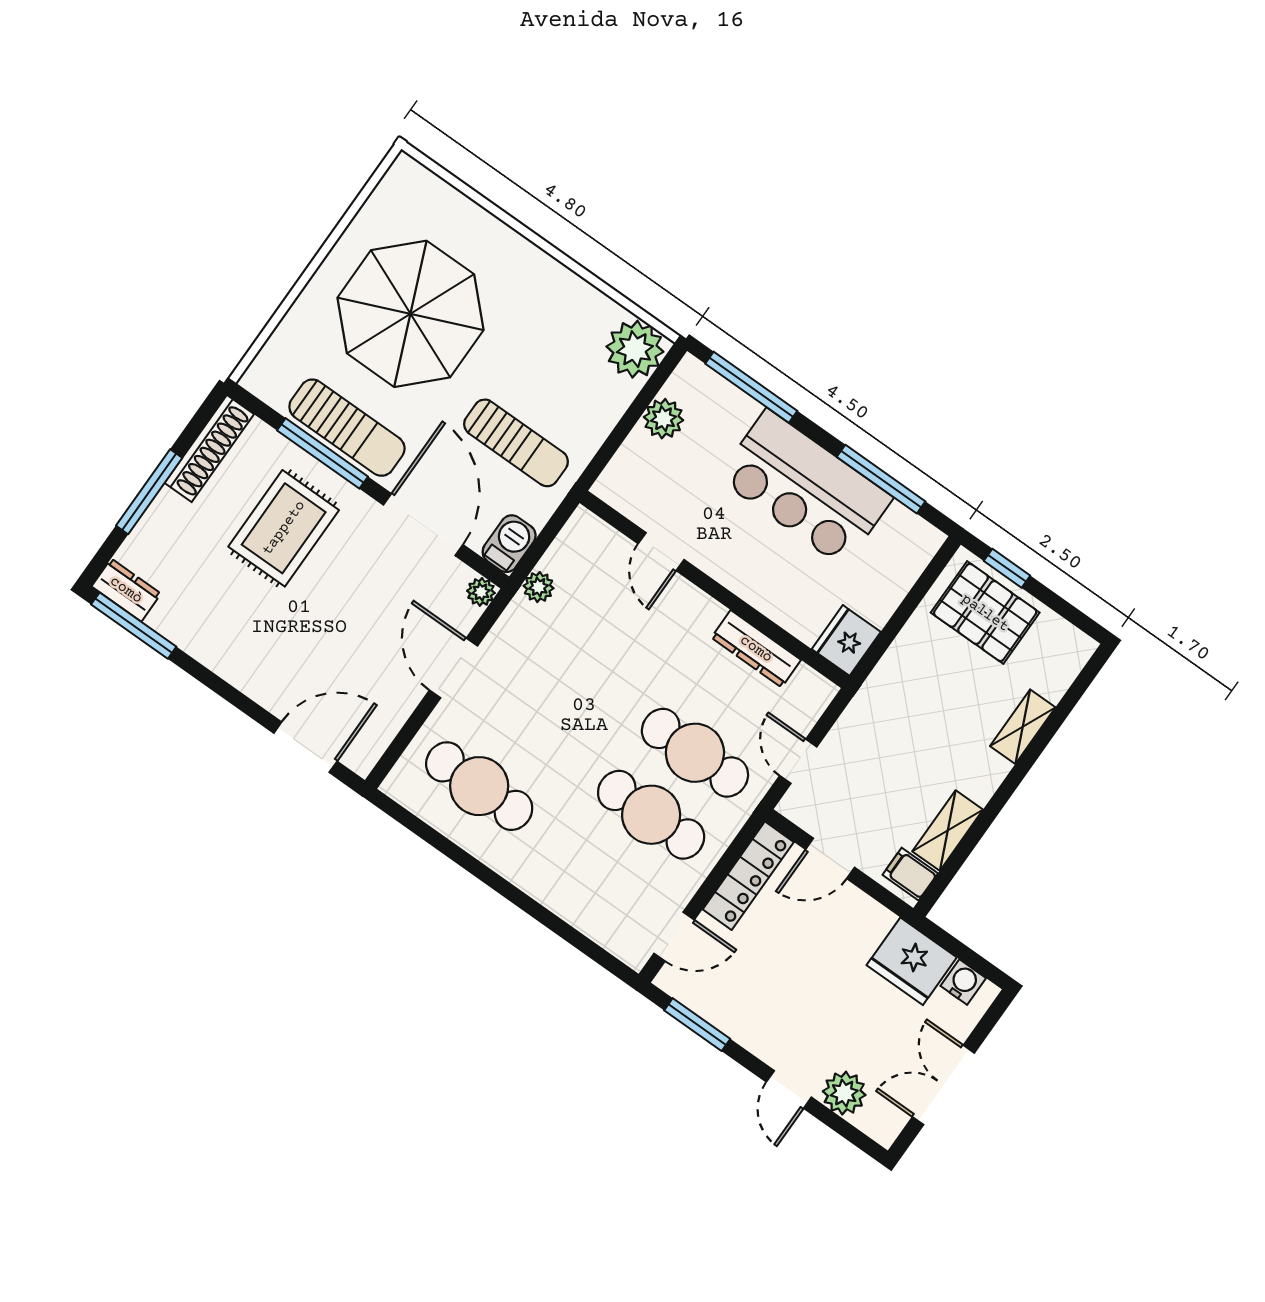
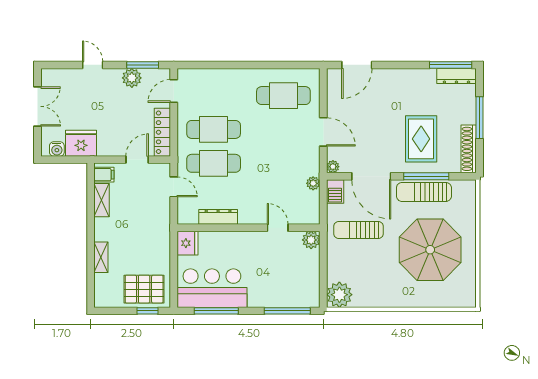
plant: (664, 419) -> (311, 240), moved
bar counter: (805, 488) -> (212, 288), moved
dresser: (126, 590) -> (456, 76), width x1.44
plant: (844, 1093) -> (132, 78), moved

